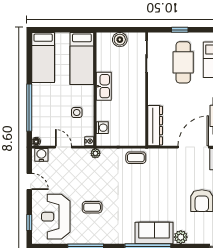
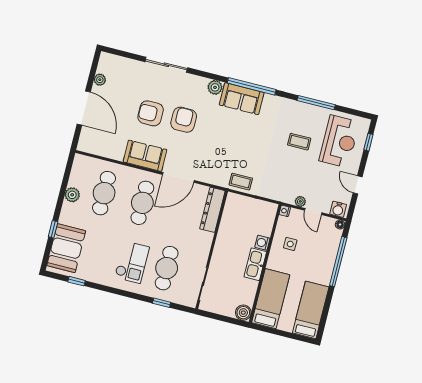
boiler: (120, 40) -> (243, 313), moved
washing machine: (102, 128) -> (262, 243), moved
plant: (95, 153) -> (300, 201), moved

